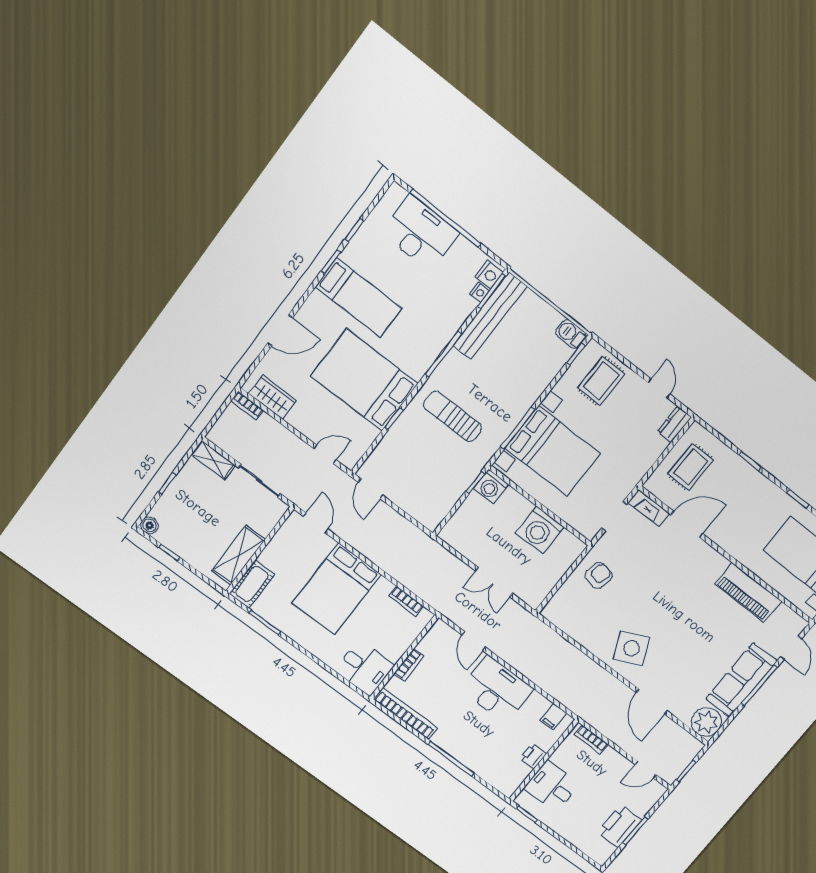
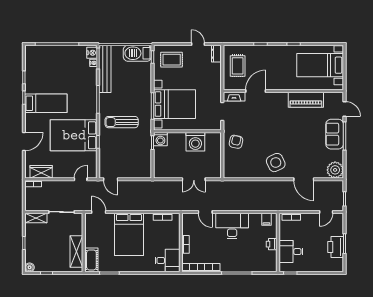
desk: (420, 233) -> (51, 58), removed
barbecue: (571, 334) -> (137, 53), width x1.88, depth x1.53
rug: (601, 381) -> (172, 60), turned 90
sofa: (741, 680) -> (335, 134), width x0.73

